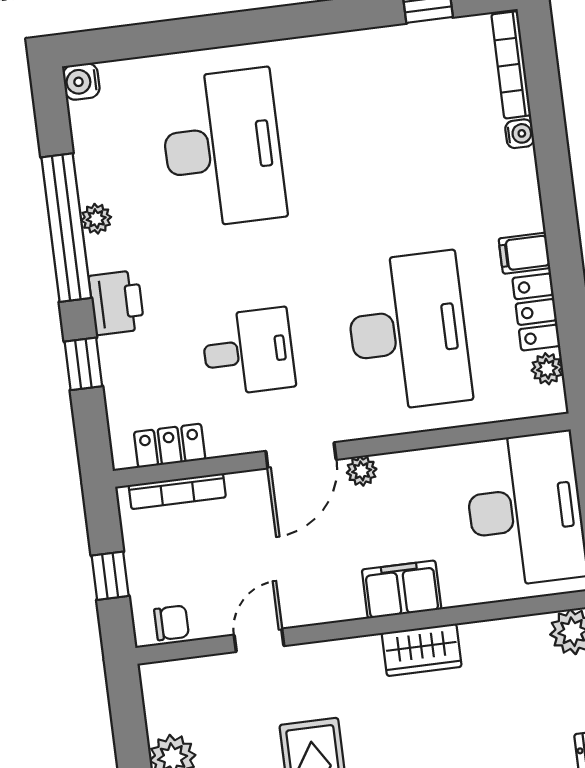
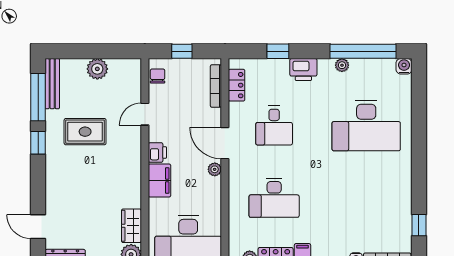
window: (66, 228) -> (363, 51), moved
desk: (408, 332) -> (274, 198), width x0.73, depth x0.77
printer: (340, 602) -> (157, 152), added
chair: (171, 623) -> (158, 76), turned 180
door: (259, 640) -> (145, 114), swing flipped
wardrobe: (422, 650) -> (131, 226), moved

